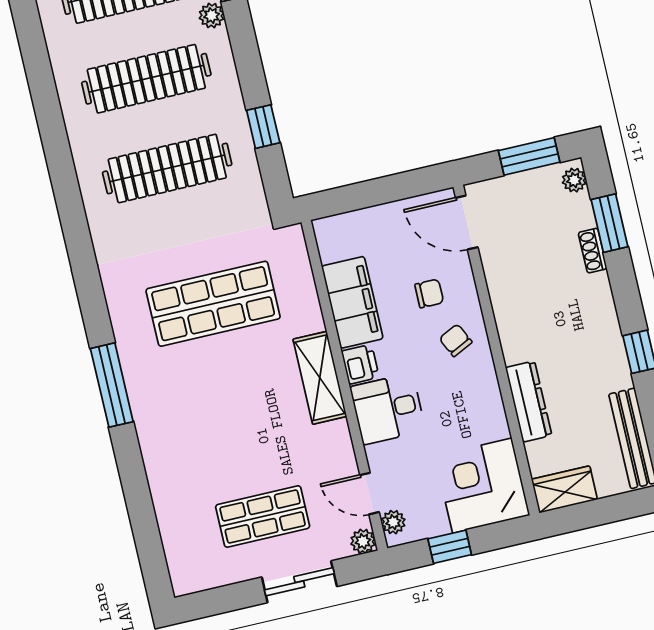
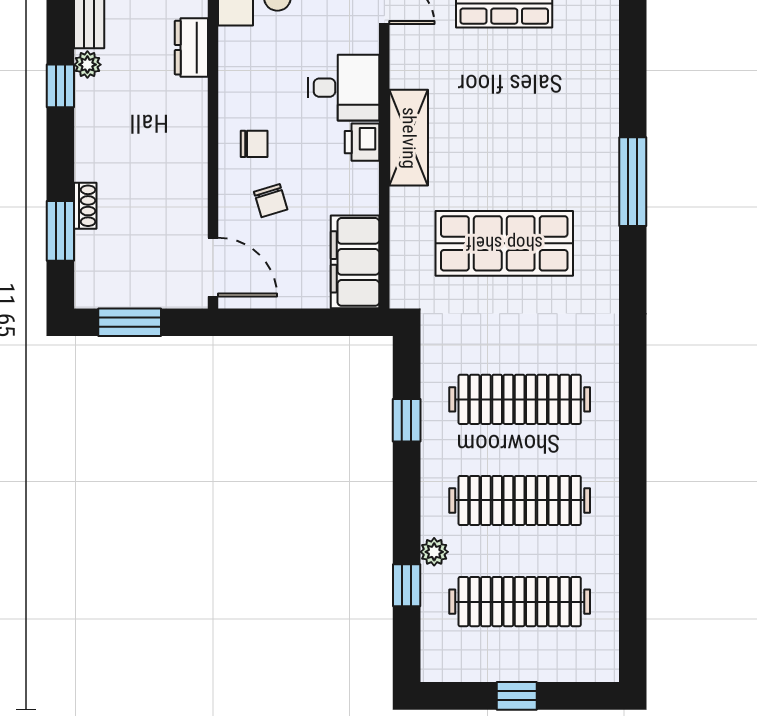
plant: (574, 180) -> (87, 65), moved
chair: (429, 293) -> (271, 201), turned -107
filing cabinet: (352, 302) -> (355, 262), moved
chair: (456, 340) -> (254, 144), turned -64
dresser: (529, 401) -> (191, 48), width x0.70

